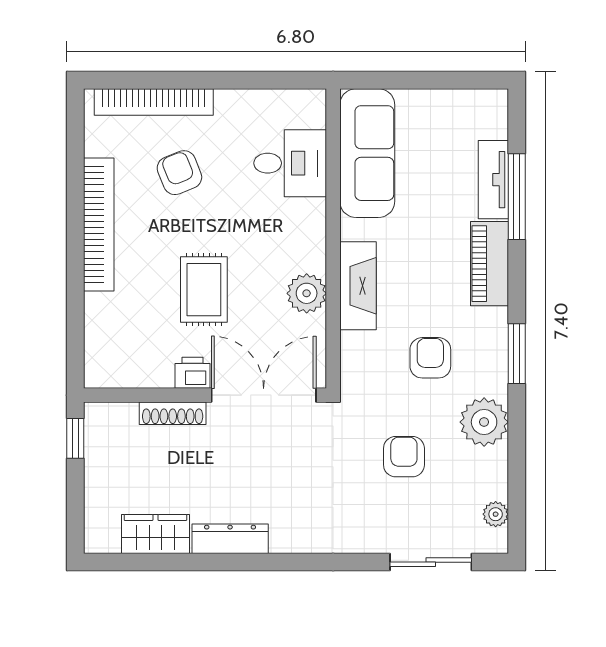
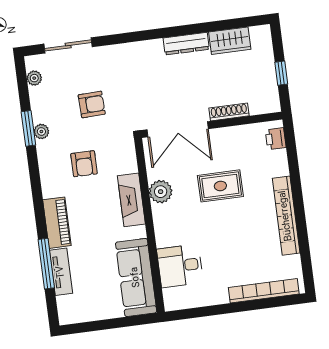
armchair: (179, 173) -> (243, 252), removed
rug: (204, 290) -> (220, 186), turned 90
window: (517, 354) -> (28, 128), moved
printer: (192, 373) -> (276, 139), moved, turned 90
plant: (484, 422) -> (41, 131), width x0.53, depth x0.53
window: (75, 438) -> (281, 73), moved
armchair: (404, 457) -> (92, 104), turned -92

